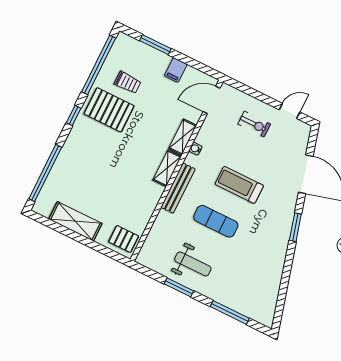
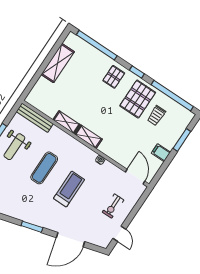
shelving: (183, 137) -> (66, 122), moved
bench: (178, 188) -> (35, 118), moved
pallet: (124, 239) -> (114, 77), moved

